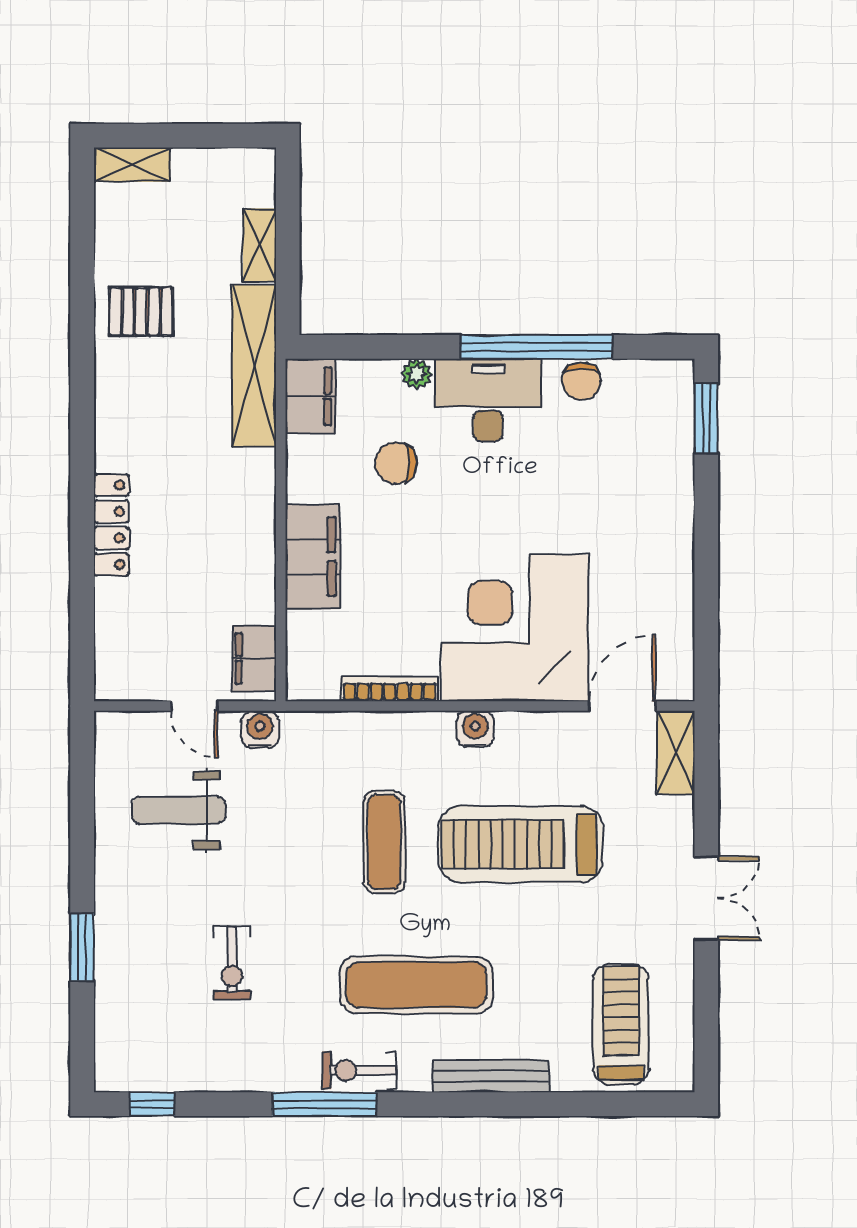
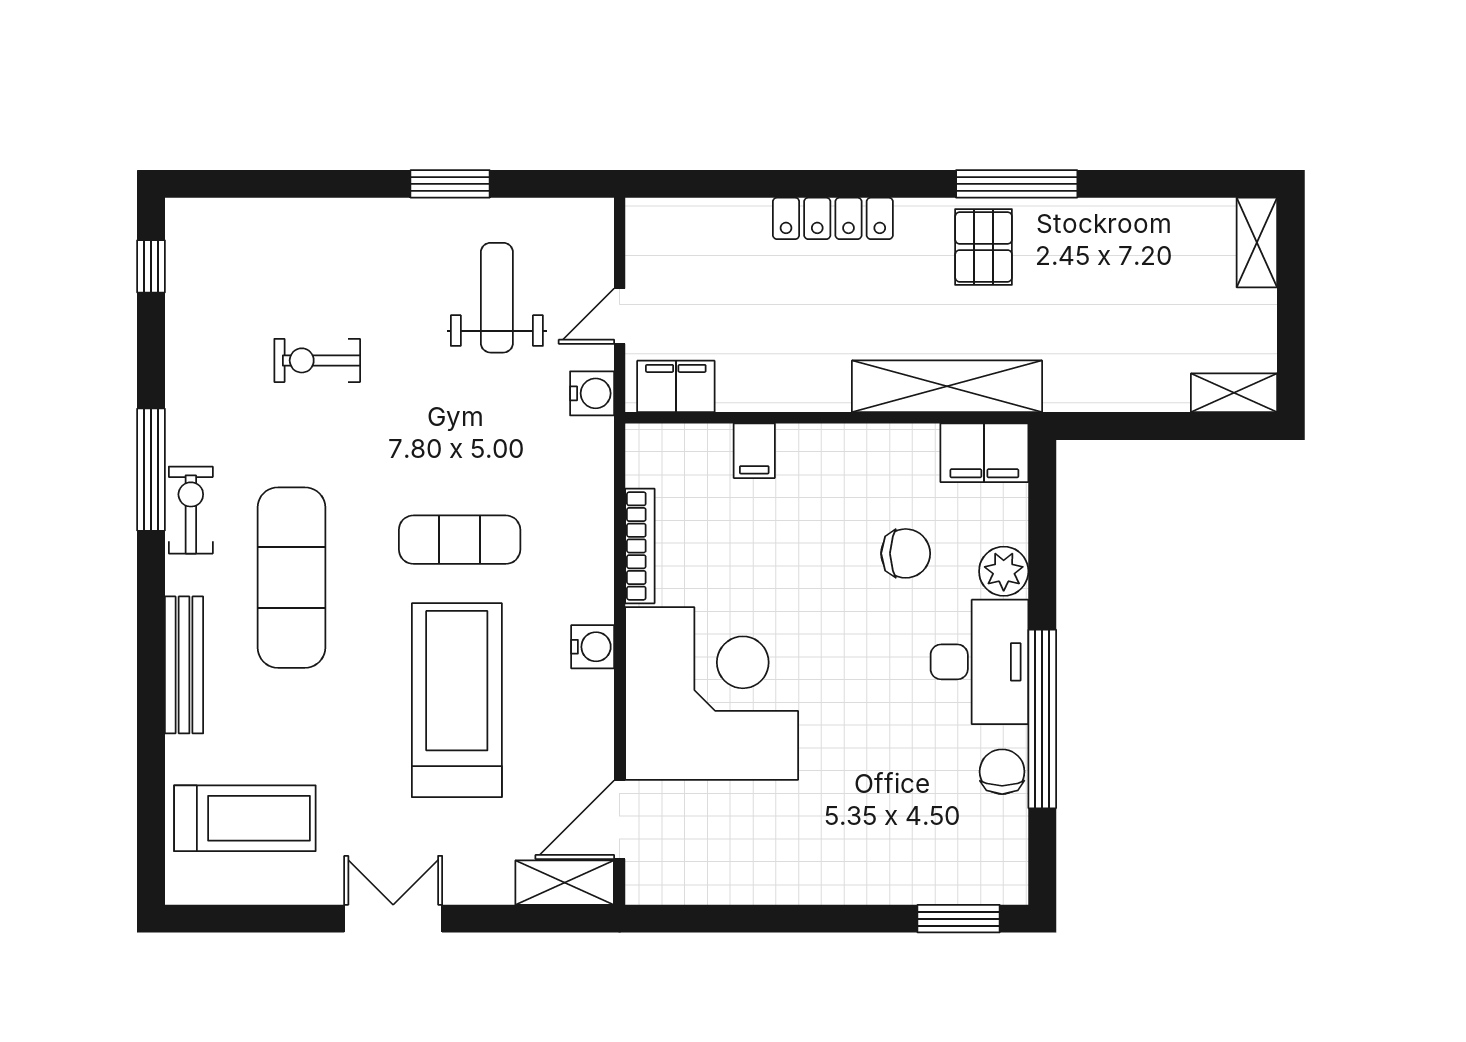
shelving: (260, 245) -> (1234, 393), moved
pallet: (141, 312) -> (984, 247), moved
shelving: (254, 366) -> (947, 386), moved
window: (82, 369) -> (1017, 184), added
plant: (417, 374) -> (1004, 571), width x1.38, depth x1.38
chair: (581, 381) -> (1002, 772), turned 90
chair: (396, 463) -> (906, 553), turned 90
filing cabinet: (313, 557) -> (754, 451), width x0.33, depth x0.86
door: (622, 706) -> (620, 820), swing flipped
double door: (706, 898) -> (393, 919), swing flipped
window: (82, 947) -> (450, 184), moved

